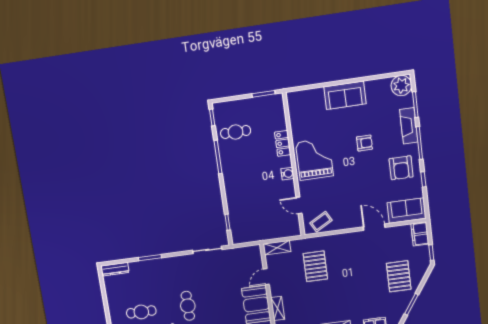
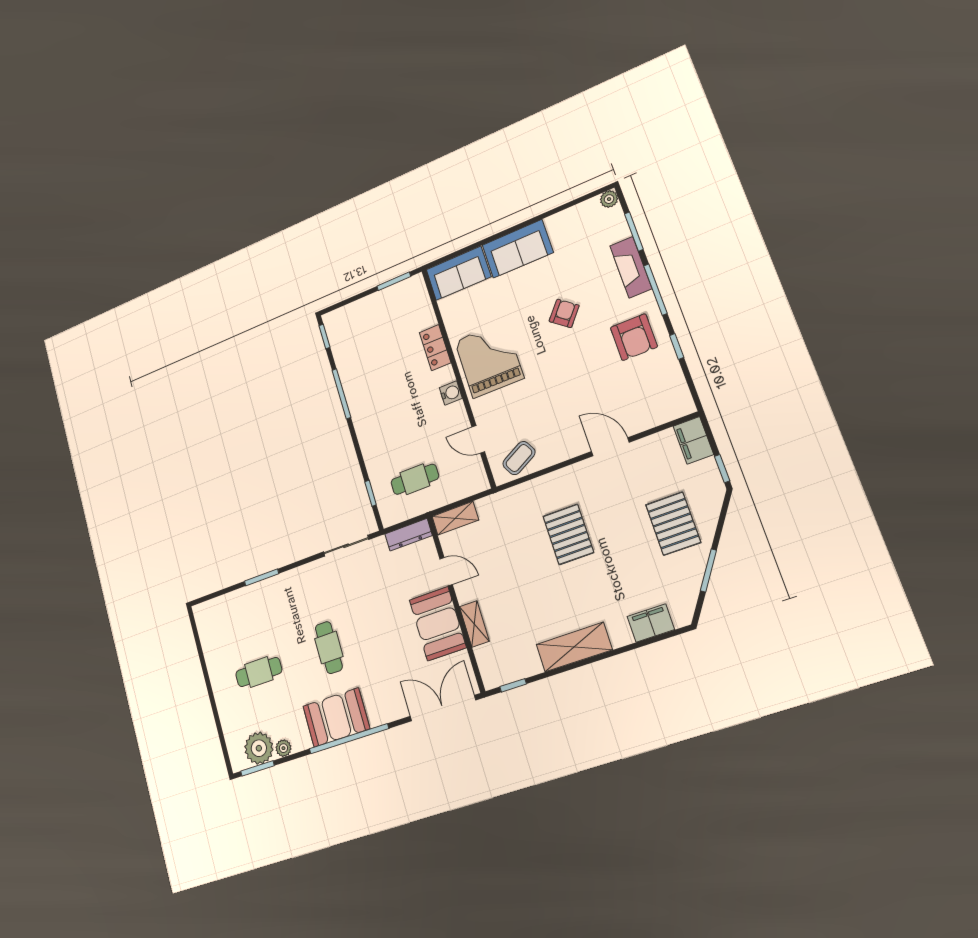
plant: (401, 86) -> (609, 199), width x0.53, depth x0.53
cafe table: (236, 132) -> (415, 479), moved
armchair: (364, 143) -> (564, 313), turned -51
sofa: (407, 211) -> (458, 273), moved, turned 180
pallet: (315, 266) -> (568, 534), moved
dresser: (115, 269) -> (408, 535), moved
door: (266, 277) -> (446, 572), swing flipped

